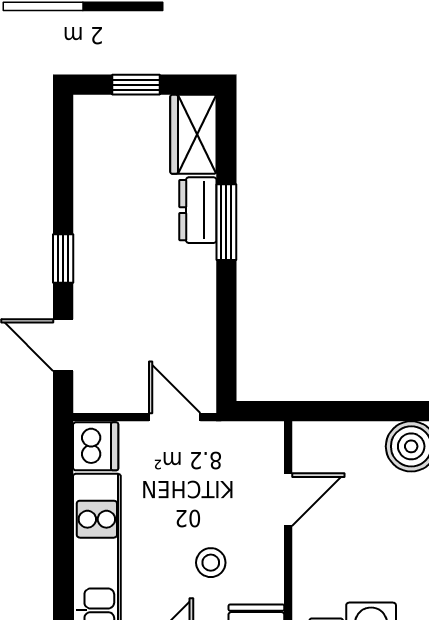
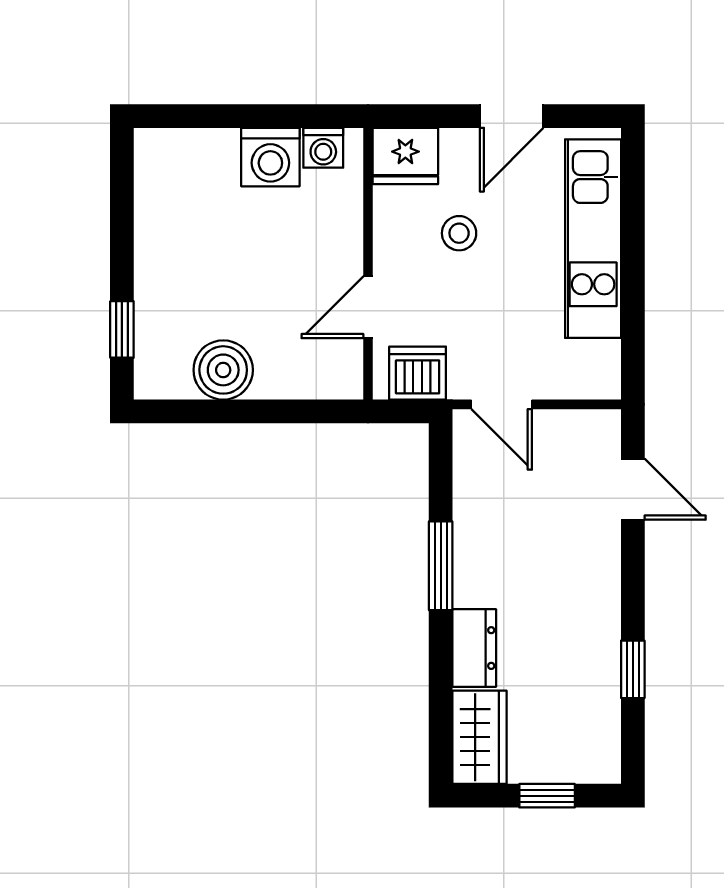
window: (226, 222) -> (441, 566), moved
window: (63, 258) -> (633, 669), moved
dishwasher: (96, 446) -> (418, 373), moved, turned 90

